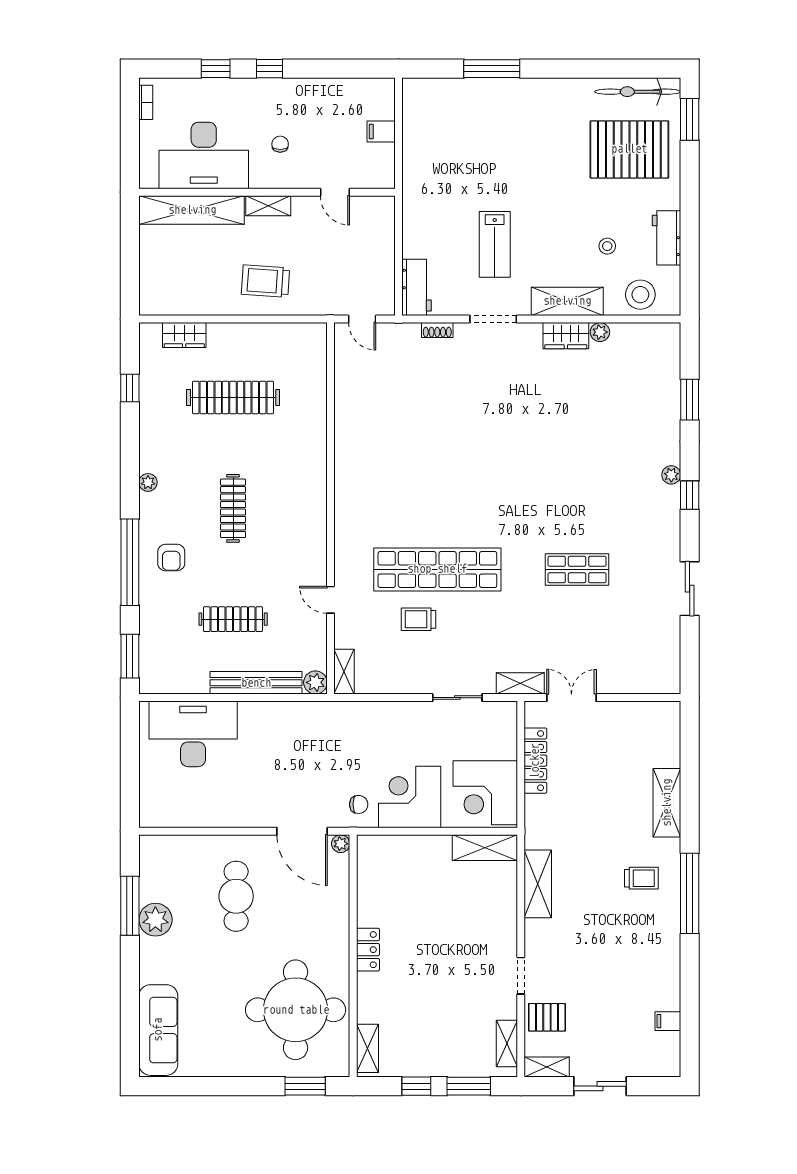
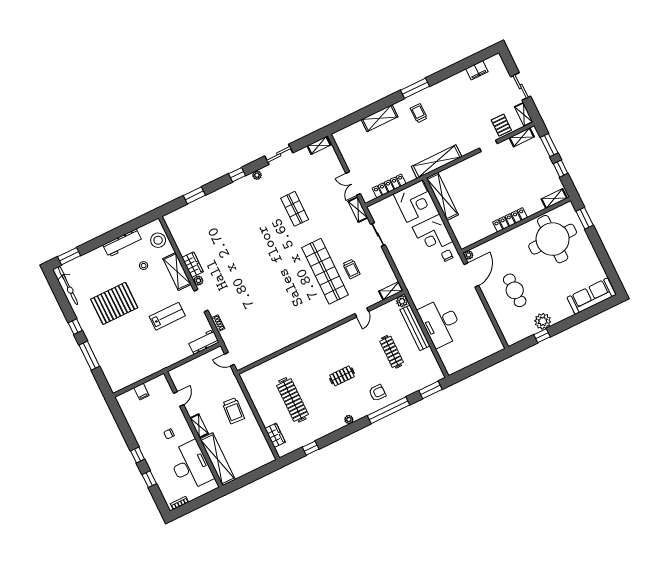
window: (557, 69) -> (75, 327), added
pallet: (629, 149) -> (114, 303), moved, turned 90
workbench: (666, 238) -> (122, 243), width x1.37
door: (362, 319) -> (229, 359), swing flipped
plant: (600, 332) -> (198, 281), moved
plant: (671, 475) -> (257, 175), moved
clothes rail: (233, 508) -> (342, 376), width x0.73
shelving: (671, 669) -> (319, 145), added
desk: (193, 734) -> (441, 323), moved
shelving: (485, 848) -> (442, 196), width x1.47
shelving: (538, 884) -> (437, 162), width x1.47
window: (690, 893) -> (415, 88), width x0.68
cafe table: (236, 896) -> (515, 290), turned 90
window: (130, 906) -> (542, 336), width x0.46
locker: (368, 950) -> (510, 220), width x1.53
filing cabinet: (668, 1021) -> (477, 70), width x2.00

